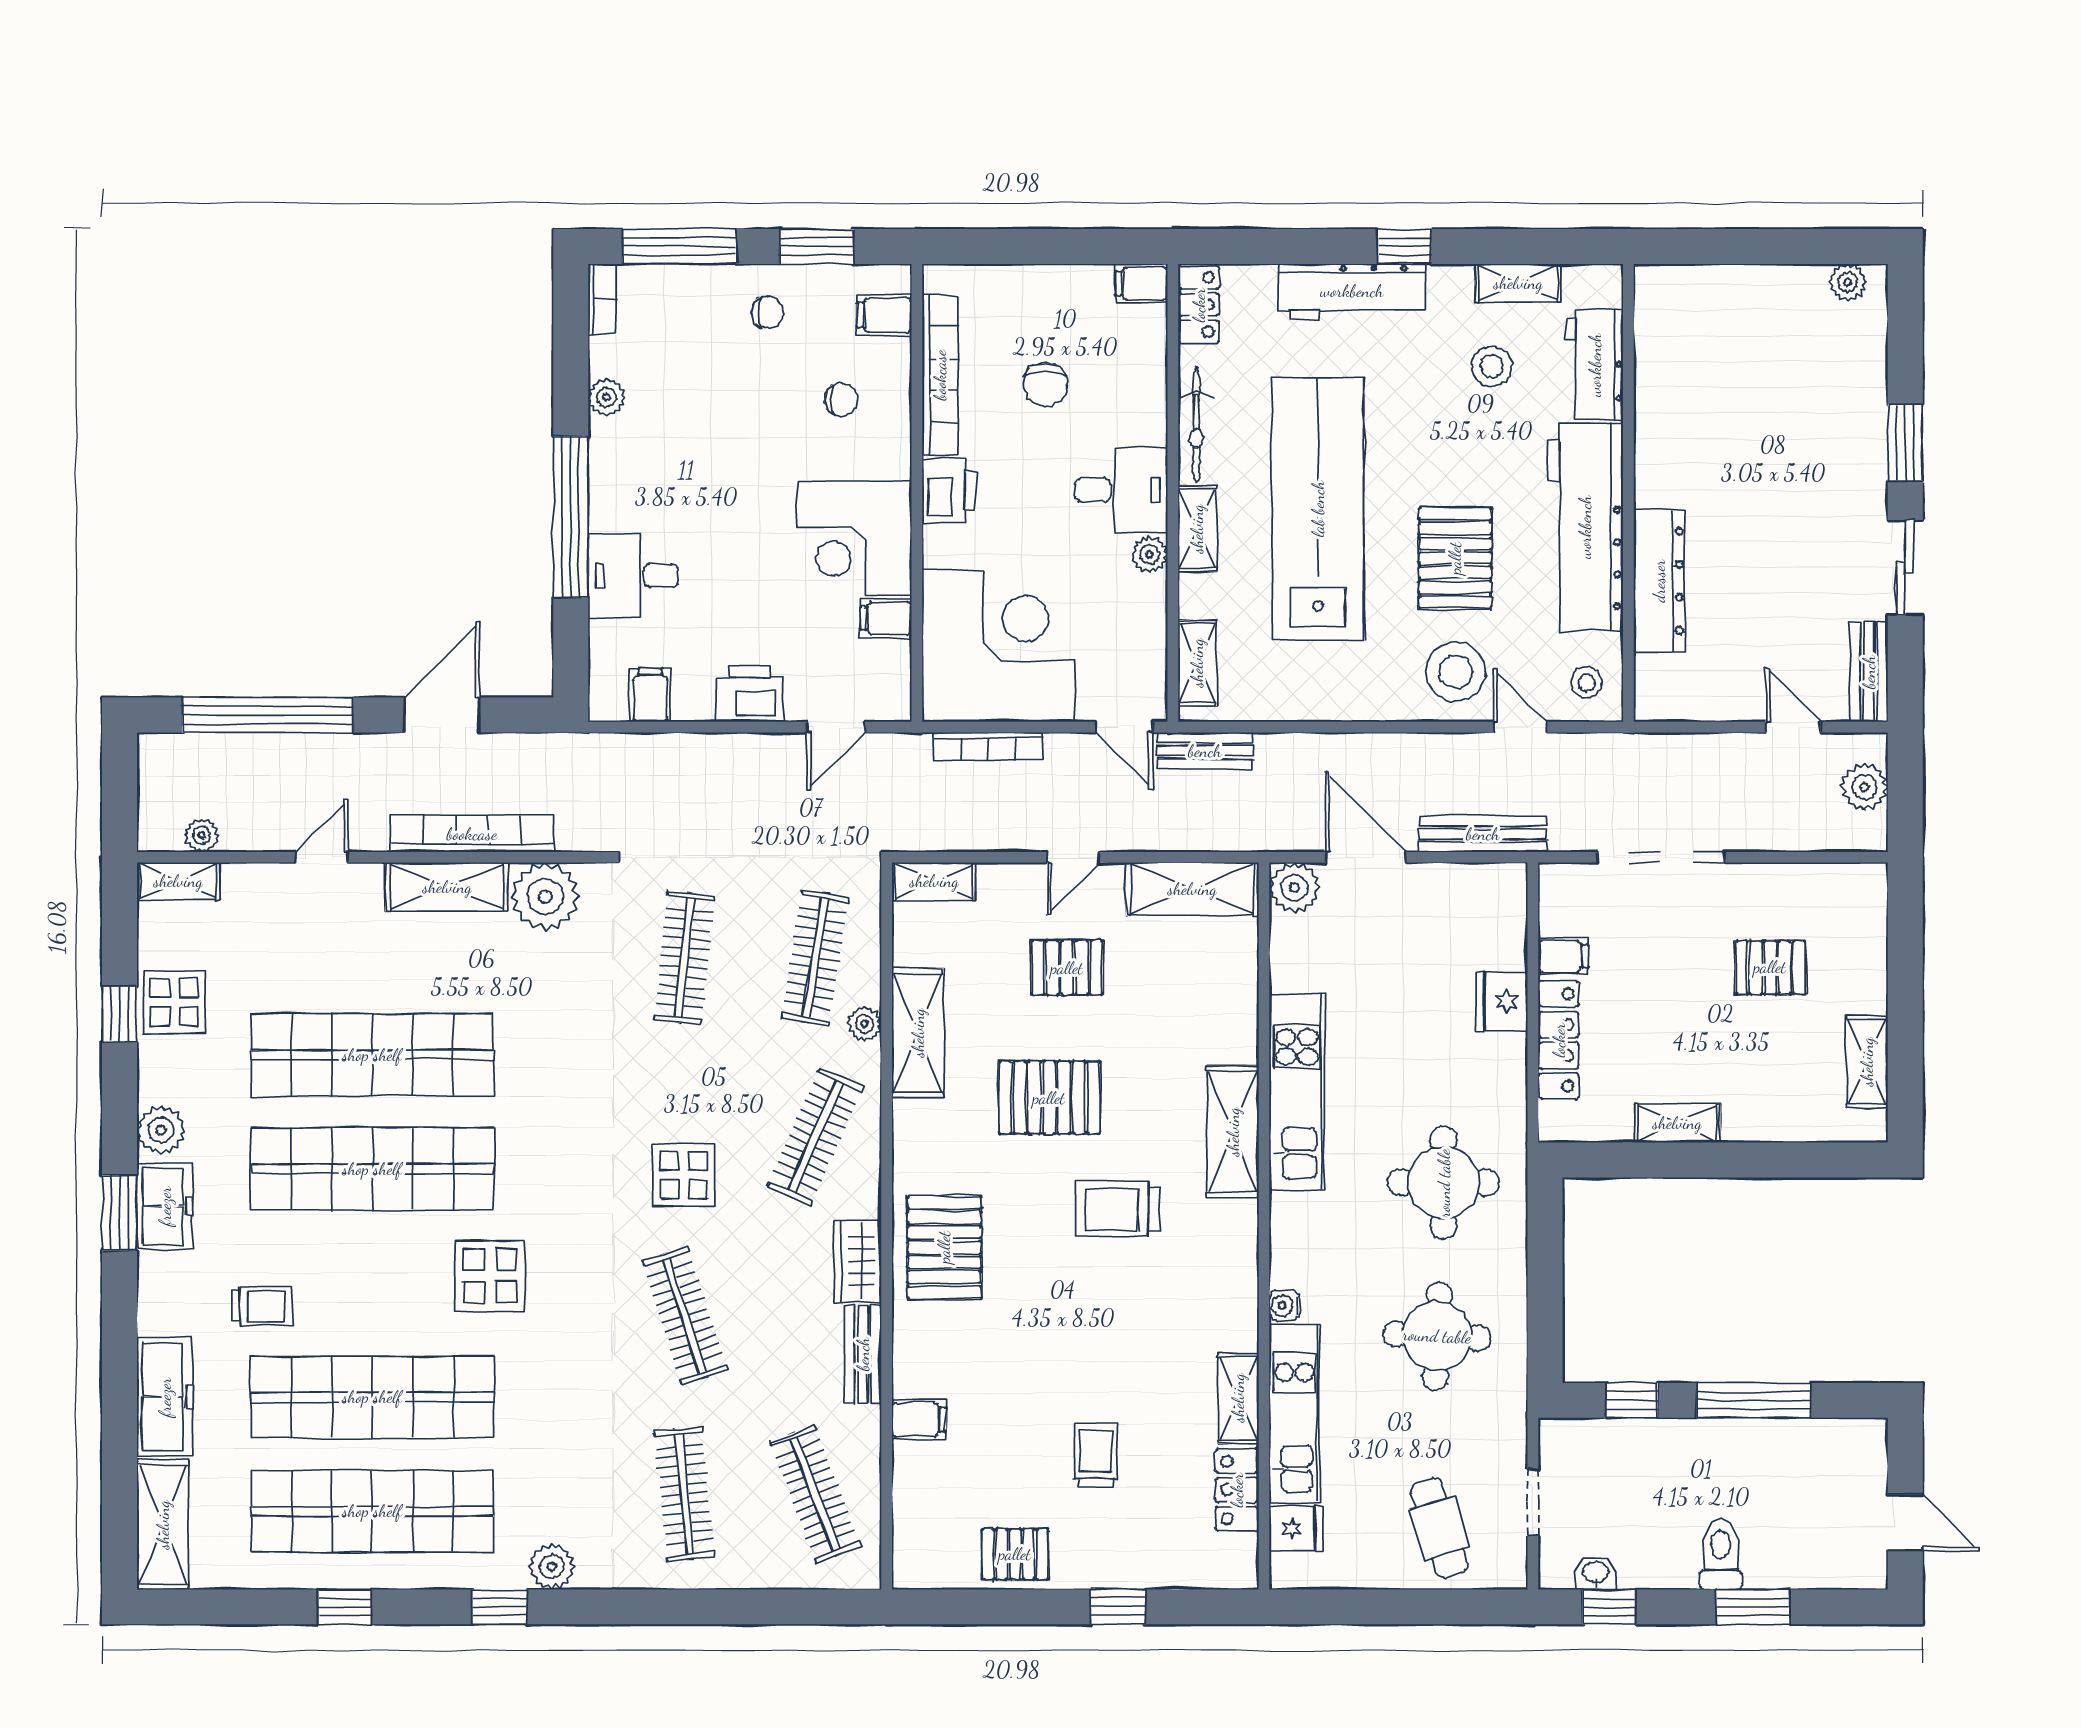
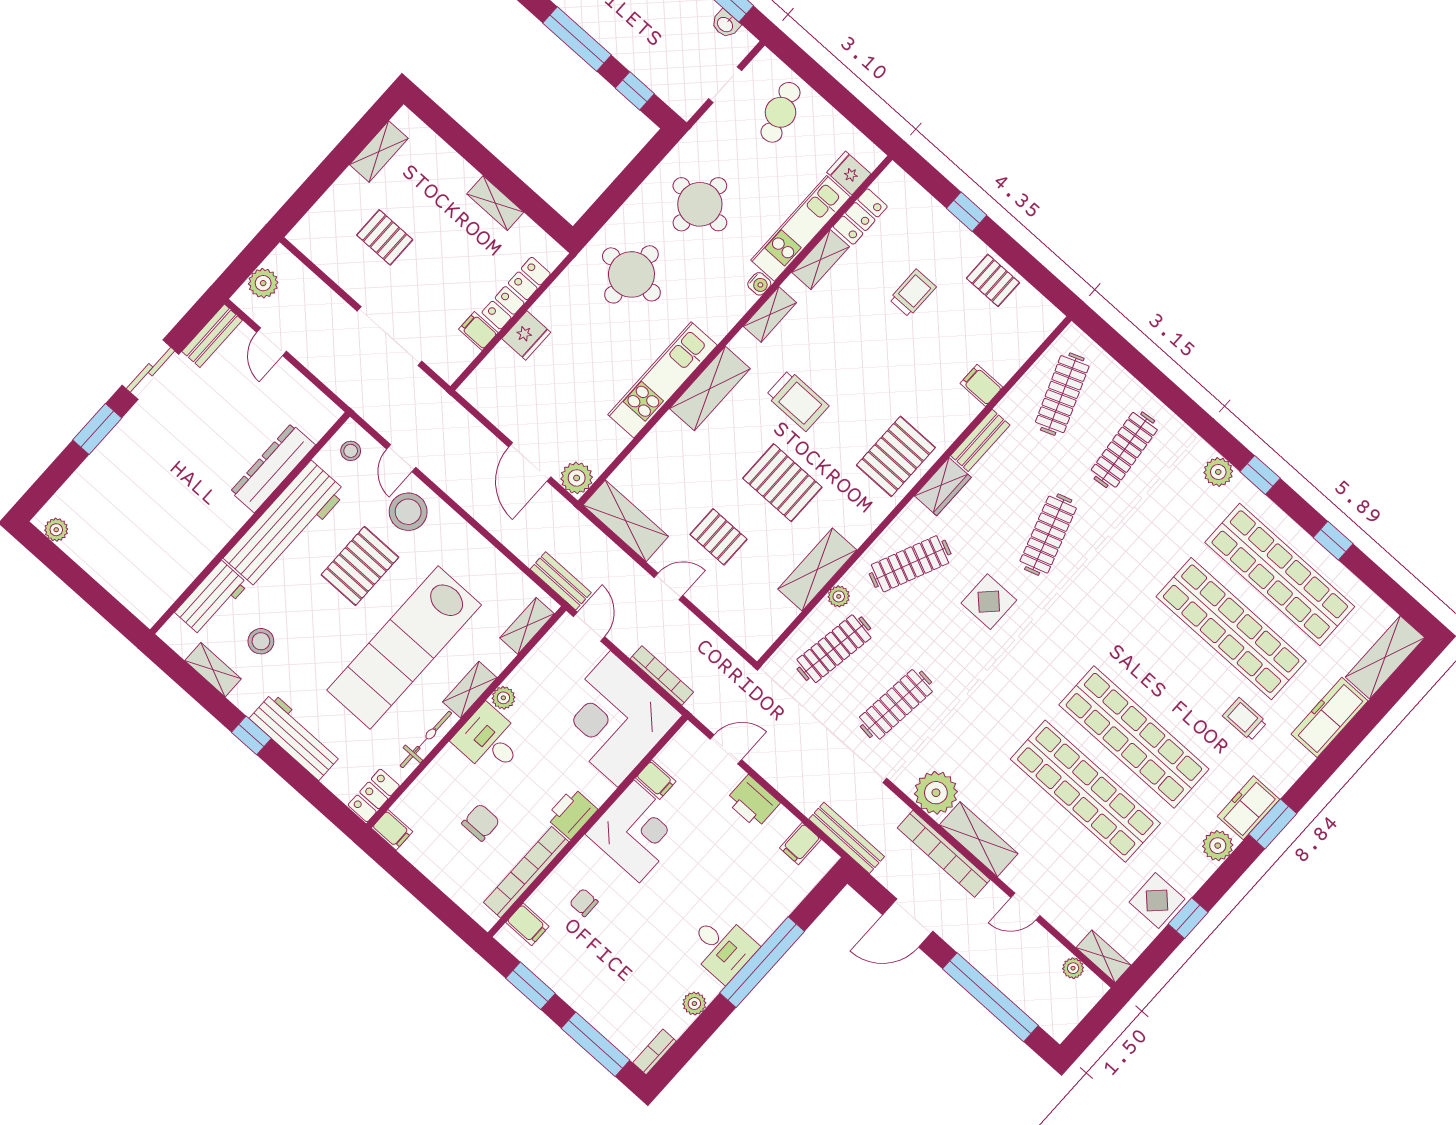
chair: (768, 312) -> (582, 975), removed
desk: (633, 576) -> (722, 947), moved
bench: (1483, 834) -> (847, 838), moved
shelving: (934, 881) -> (770, 315), moved, turned 90
display table: (490, 1276) -> (1124, 636), removed
trolley: (1096, 1455) -> (913, 293), turned 180

